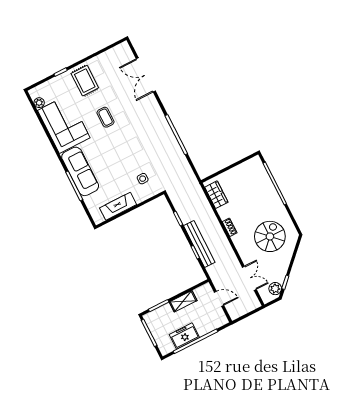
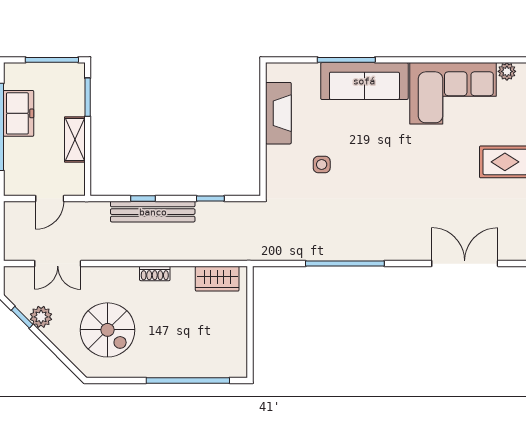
coffee table: (106, 117) -> (430, 165), removed
side table: (143, 179) -> (322, 165), moved
plant: (275, 289) -> (41, 317), moved

